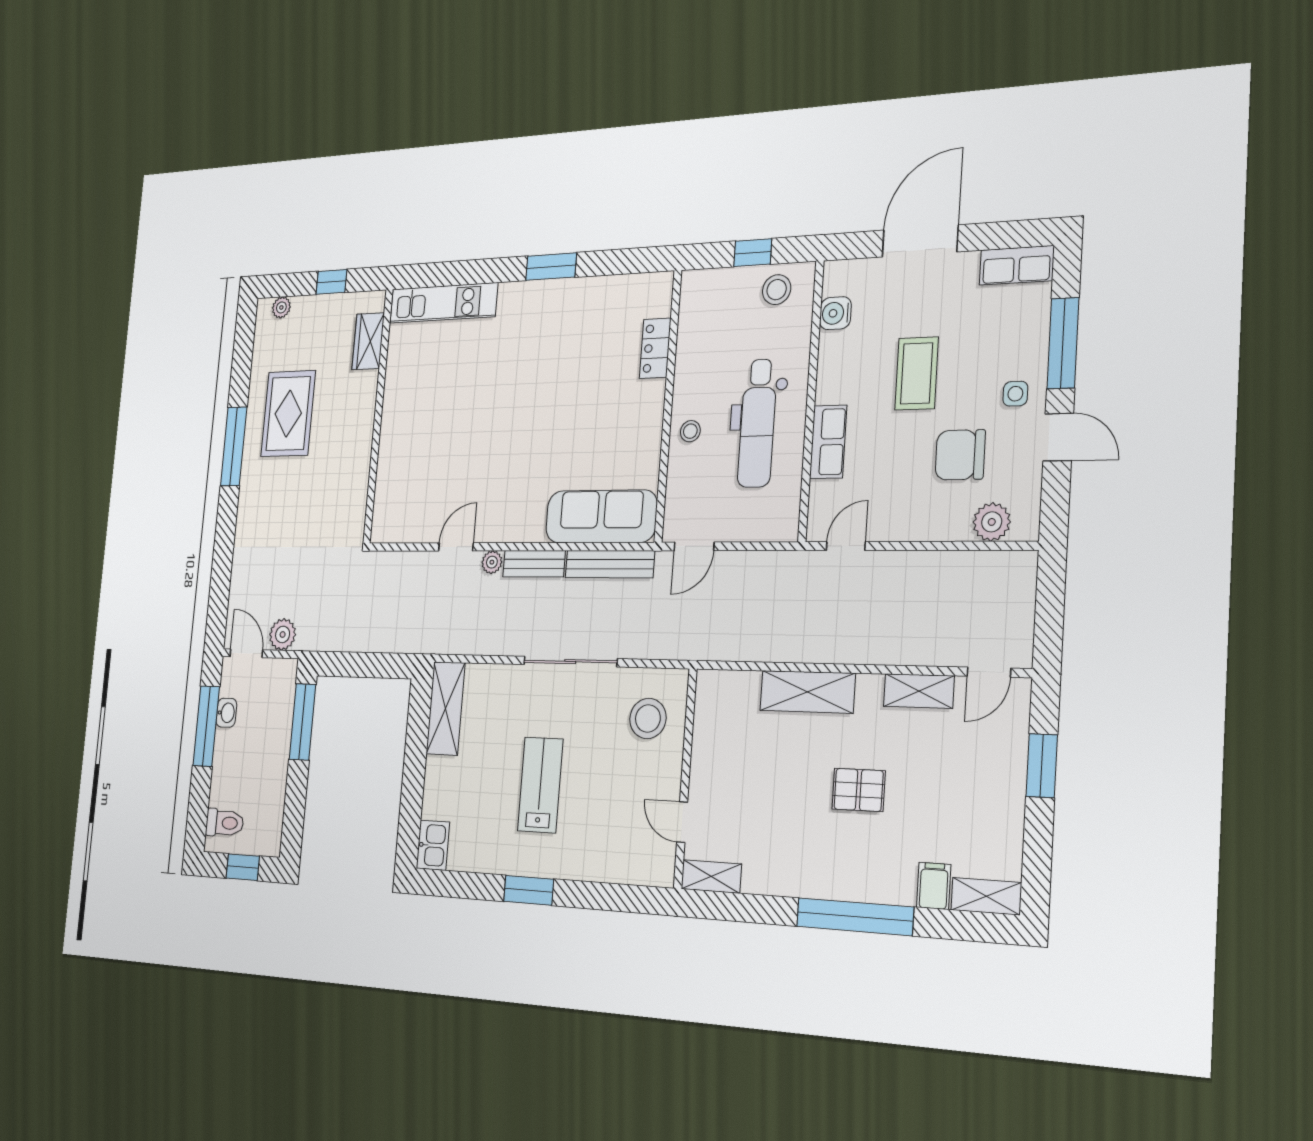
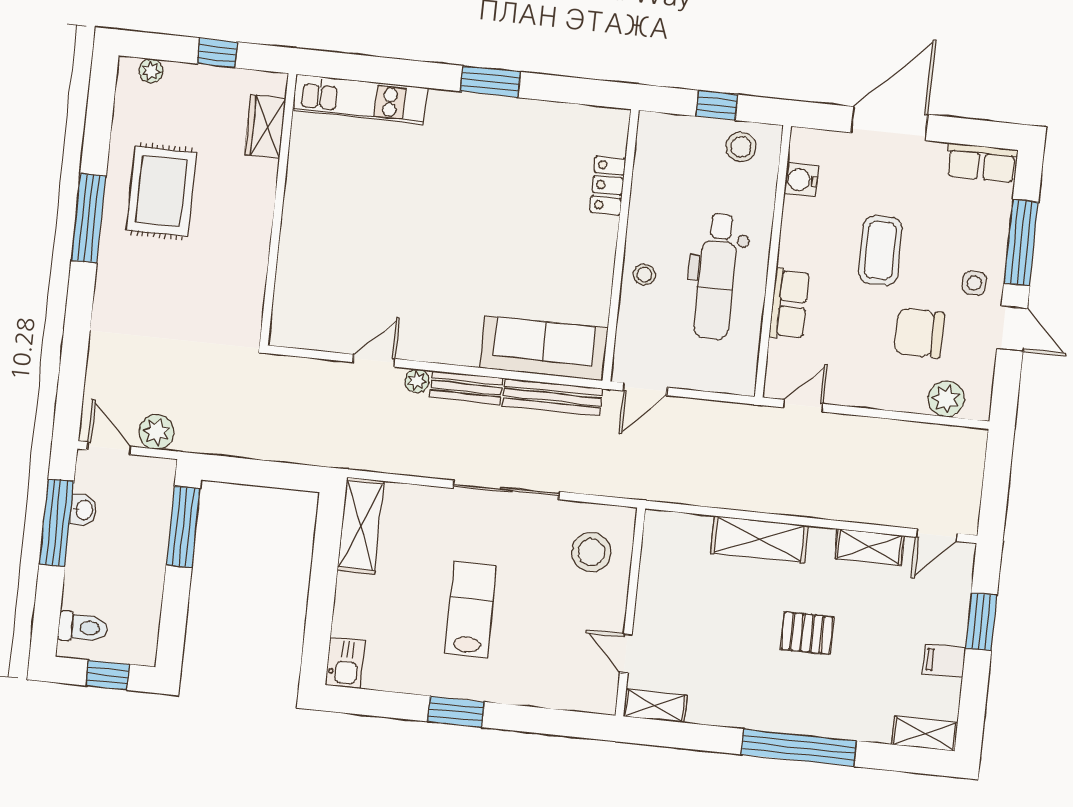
filing cabinet: (934, 886) -> (944, 661), moved, turned -90

